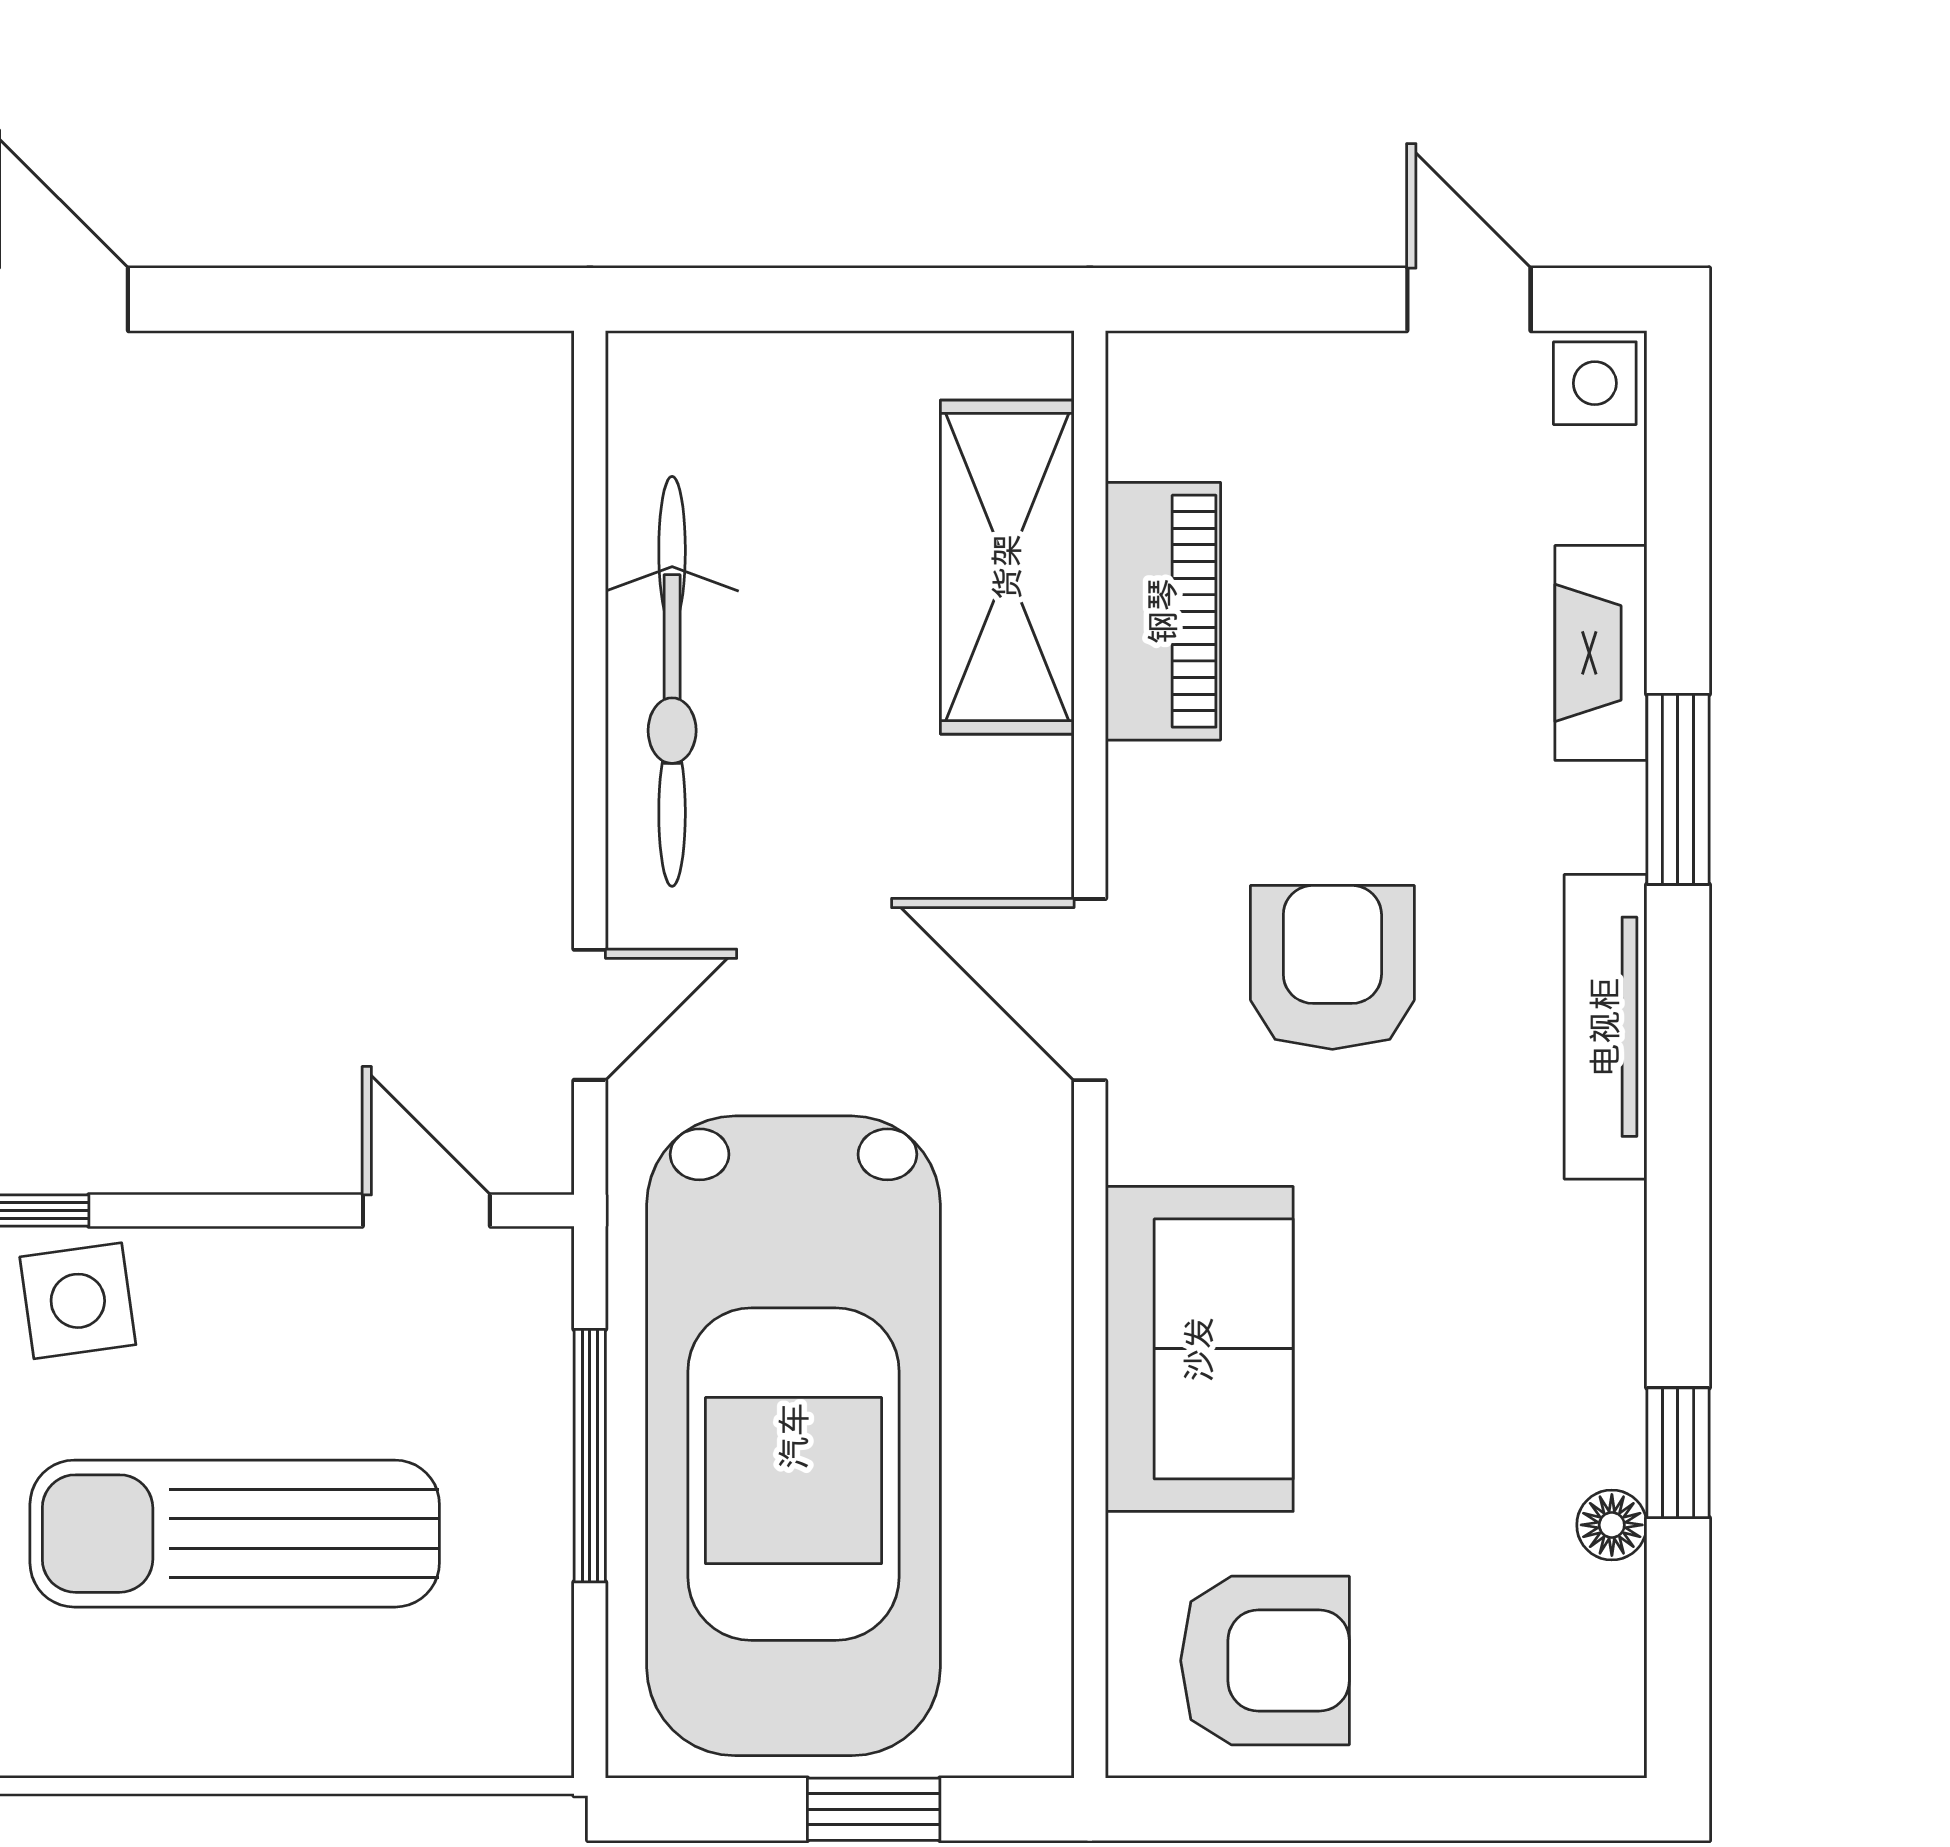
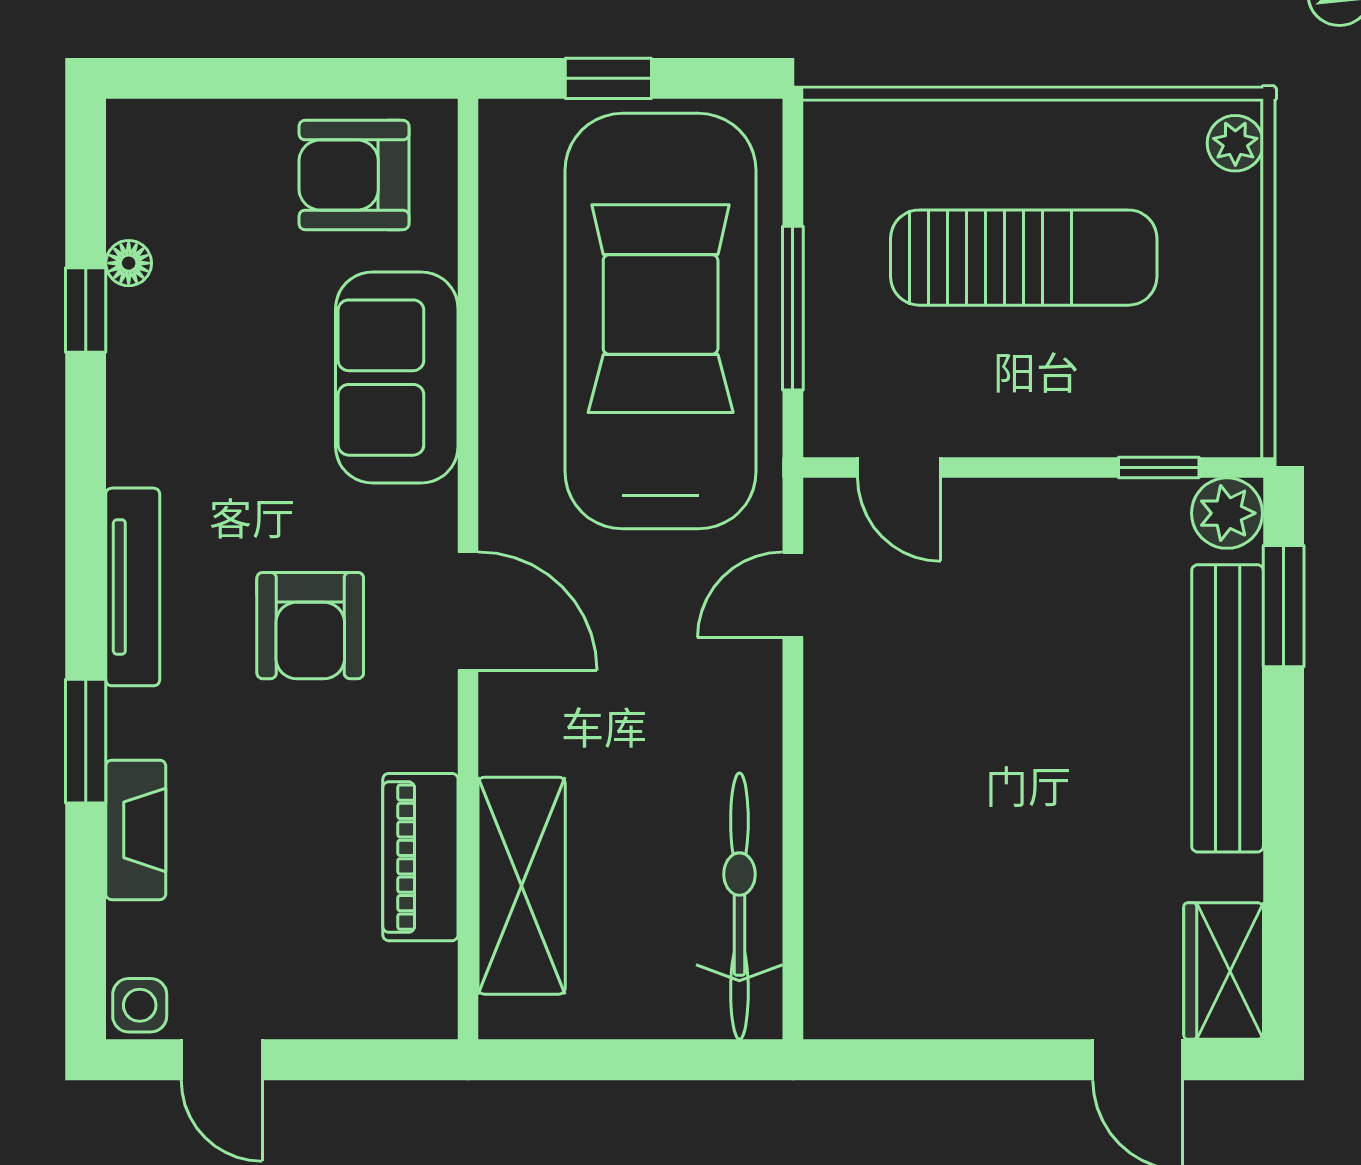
bicycle: (672, 681) -> (739, 906), moved
side table: (78, 1301) -> (1126, 409), removed

